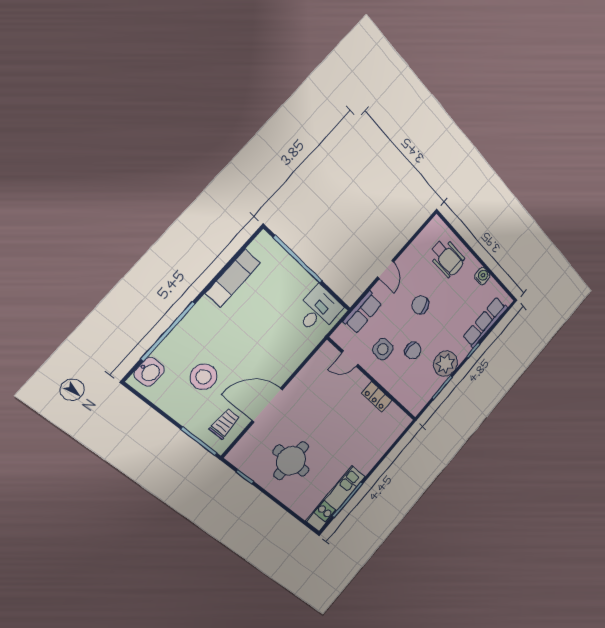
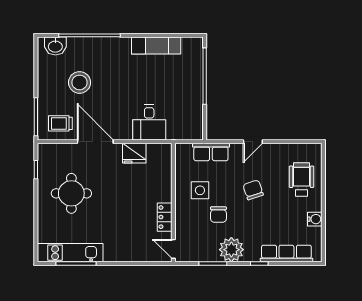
wheelchair: (447, 258) -> (302, 179), turned 180
desk: (318, 310) -> (149, 122), moved, turned 90
door: (350, 359) -> (173, 249), moved
fridge: (306, 379) -> (134, 153), added
trolley: (225, 424) -> (60, 123), turned 180

